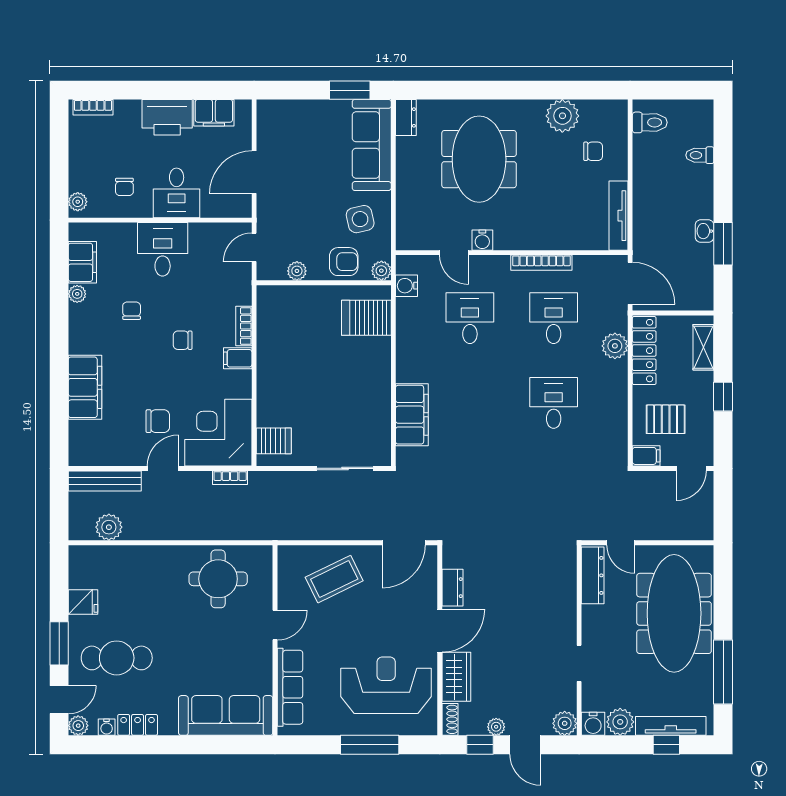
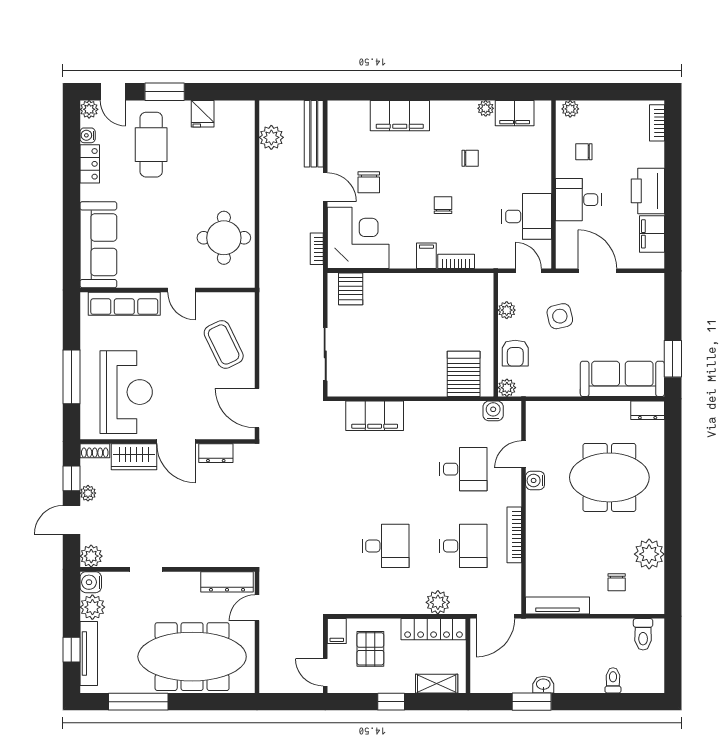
side table: (360, 219) -> (560, 316), moved
desk: (163, 249) -> (527, 216), moved

